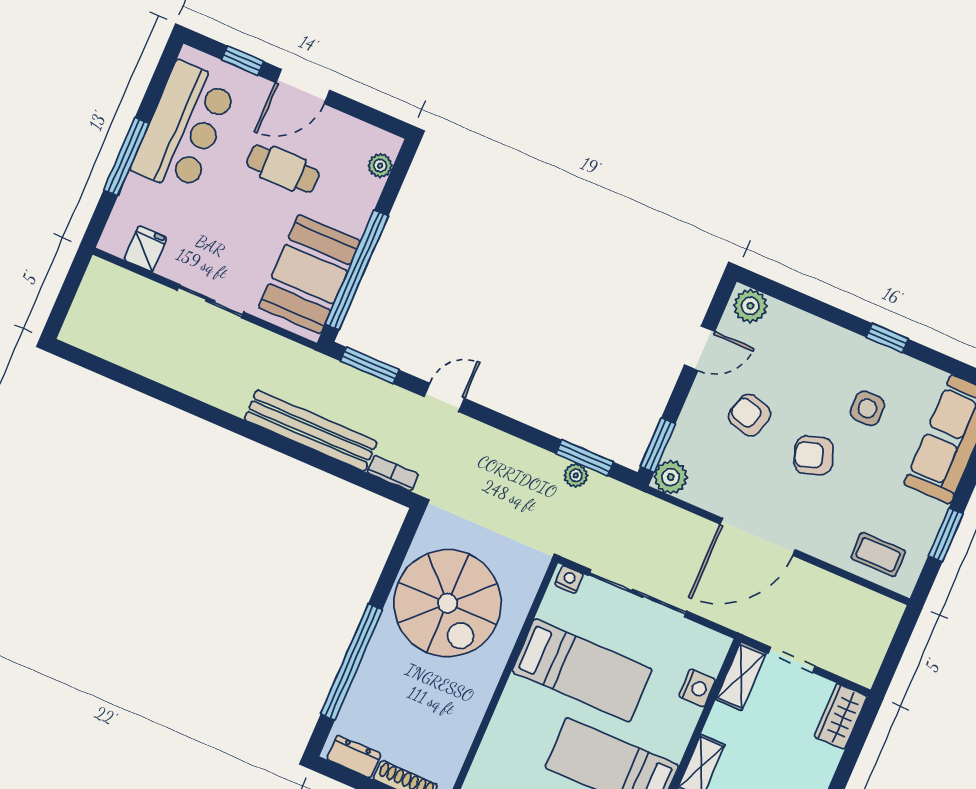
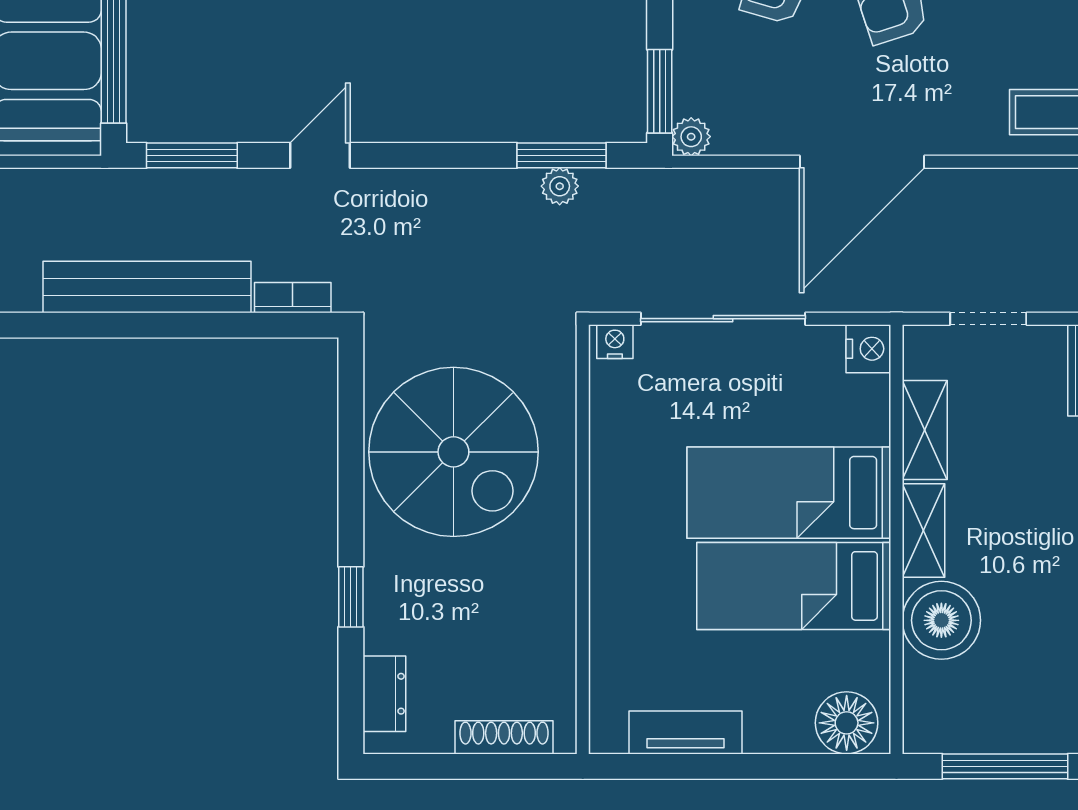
plant: (671, 477) -> (691, 137), width x0.73, depth x0.73
window: (352, 662) -> (351, 597), width x0.32
bed: (582, 670) -> (789, 493), moved, turned 180
shelving: (741, 676) -> (925, 430), moved
nightstand: (697, 688) -> (868, 349), moved
dresser: (354, 756) -> (384, 694), moved, turned 90

